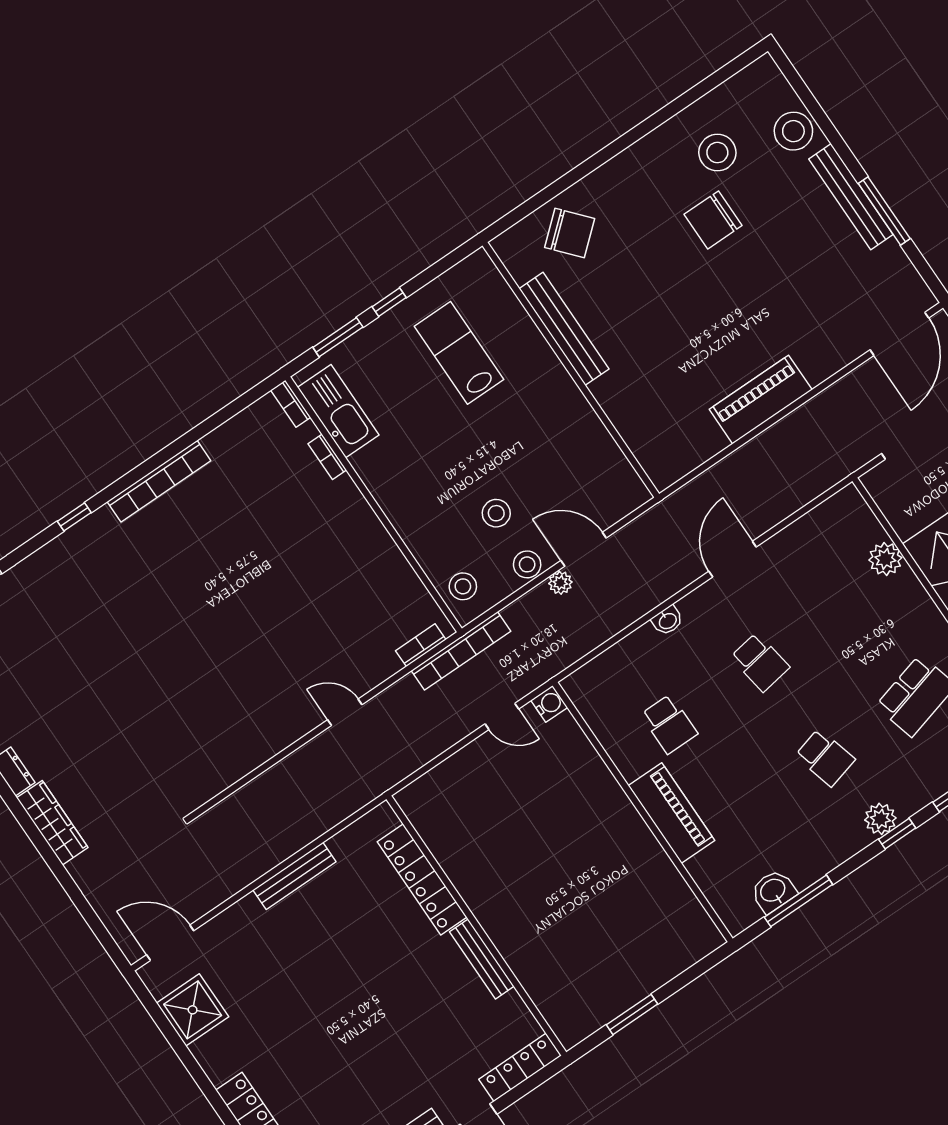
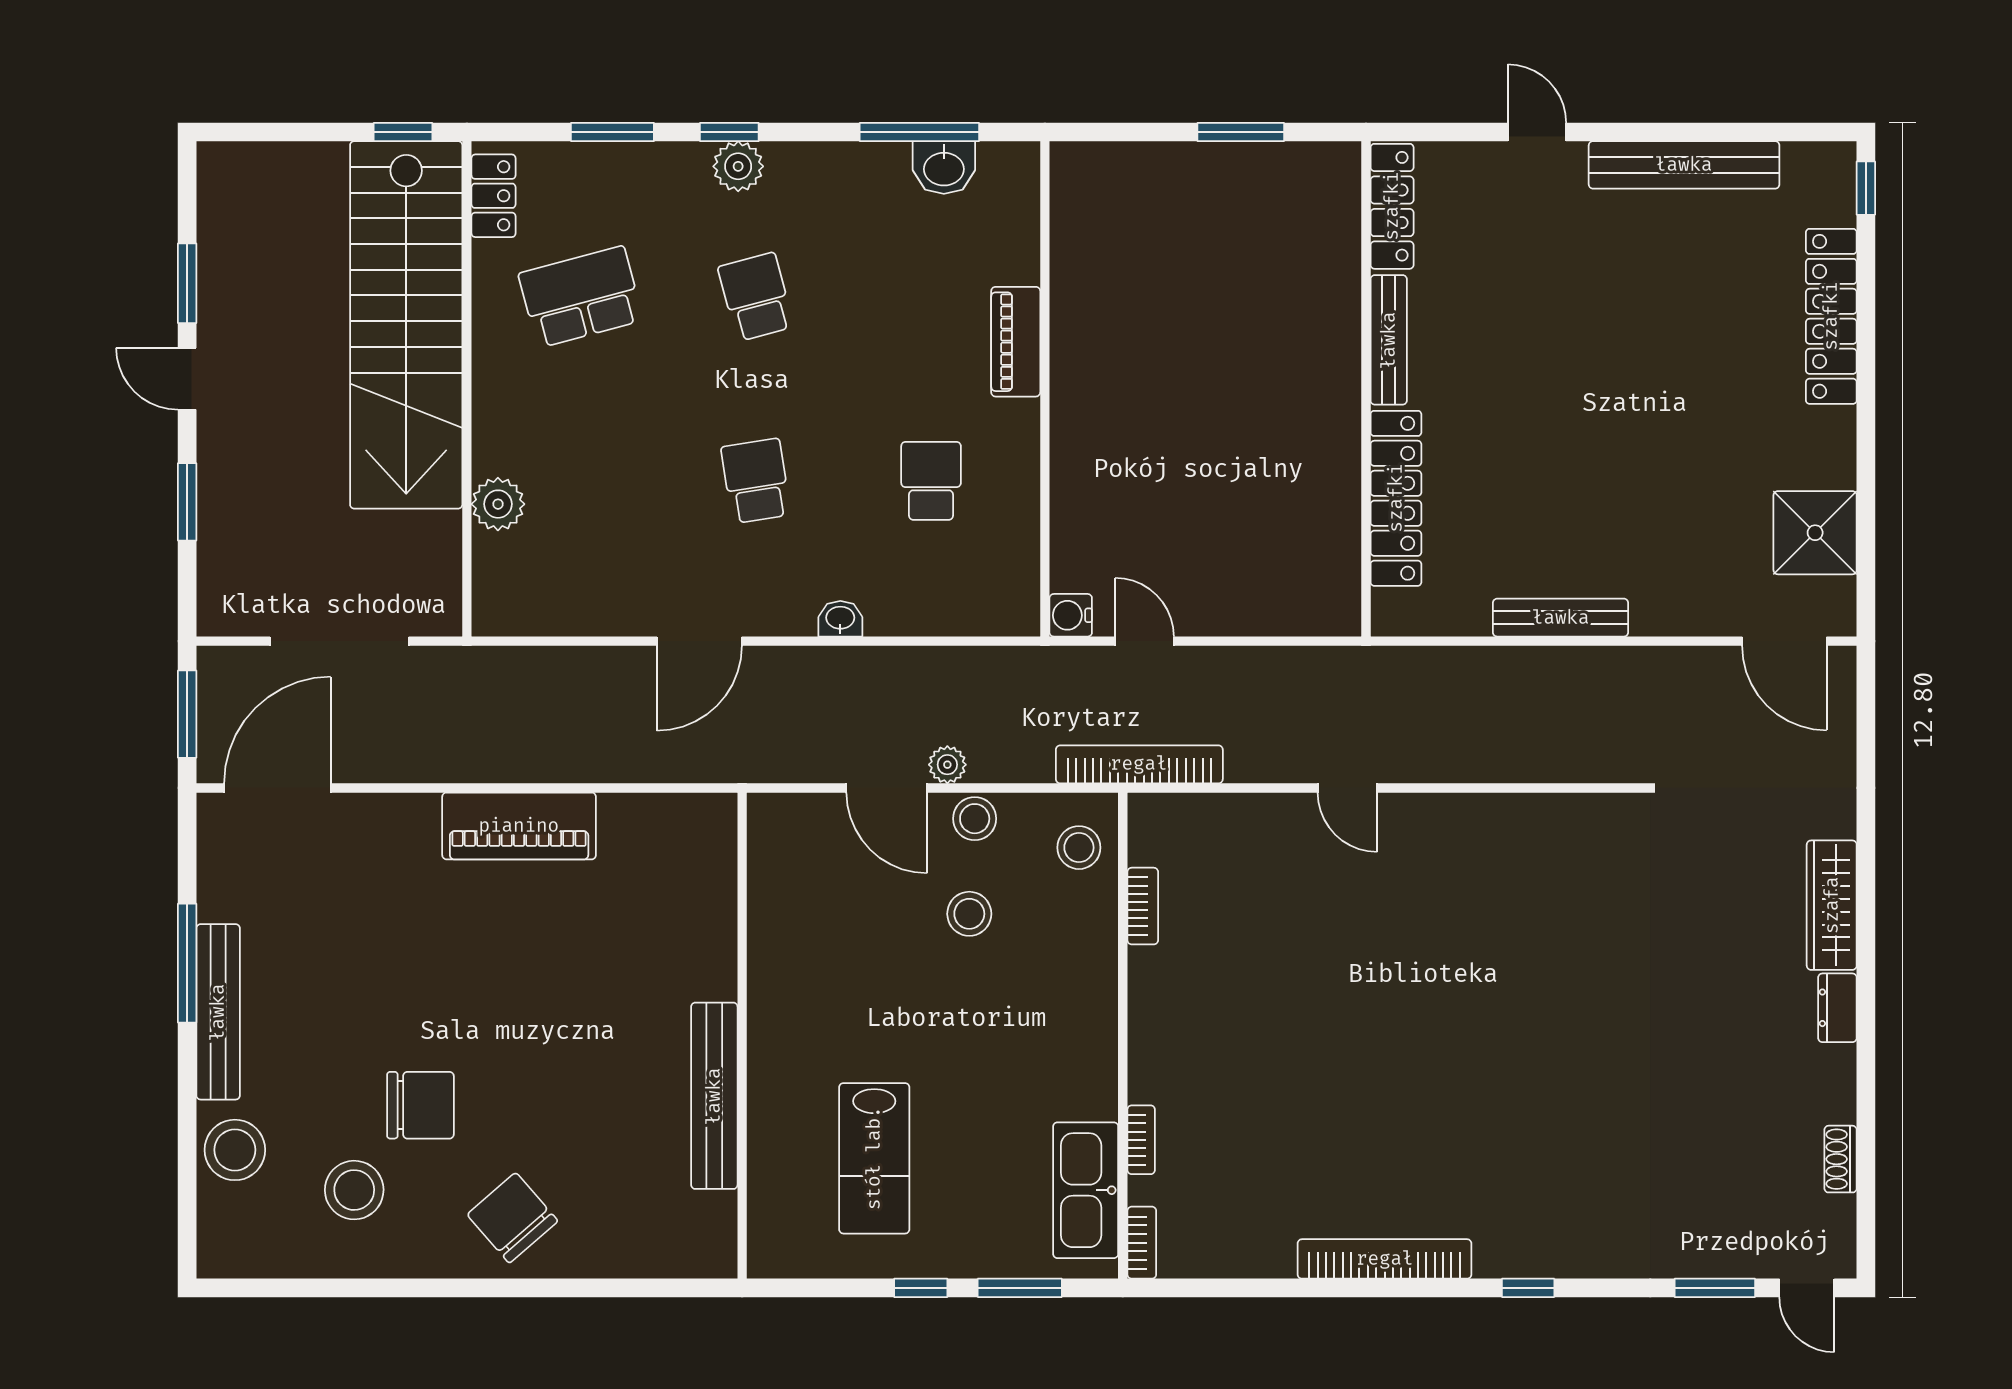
chair: (570, 233) -> (512, 1218), moved
bookcase: (421, 645) -> (1143, 906), moved, turned -90
piano: (672, 813) -> (1016, 342), width x0.73, depth x0.75
locker: (520, 1067) -> (1392, 206), moved, turned -90

